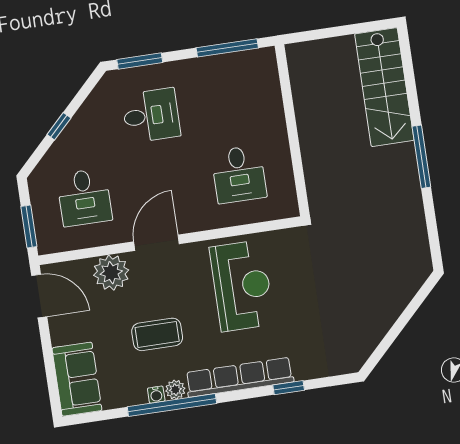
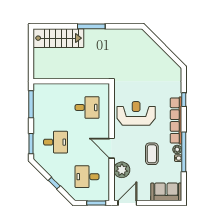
desk: (151, 115) -> (56, 142), turned 90
desk: (84, 197) -> (87, 177), turned 180

